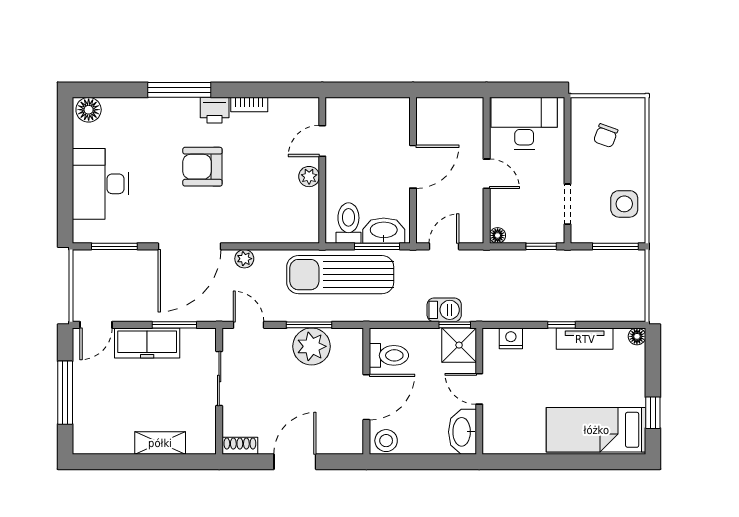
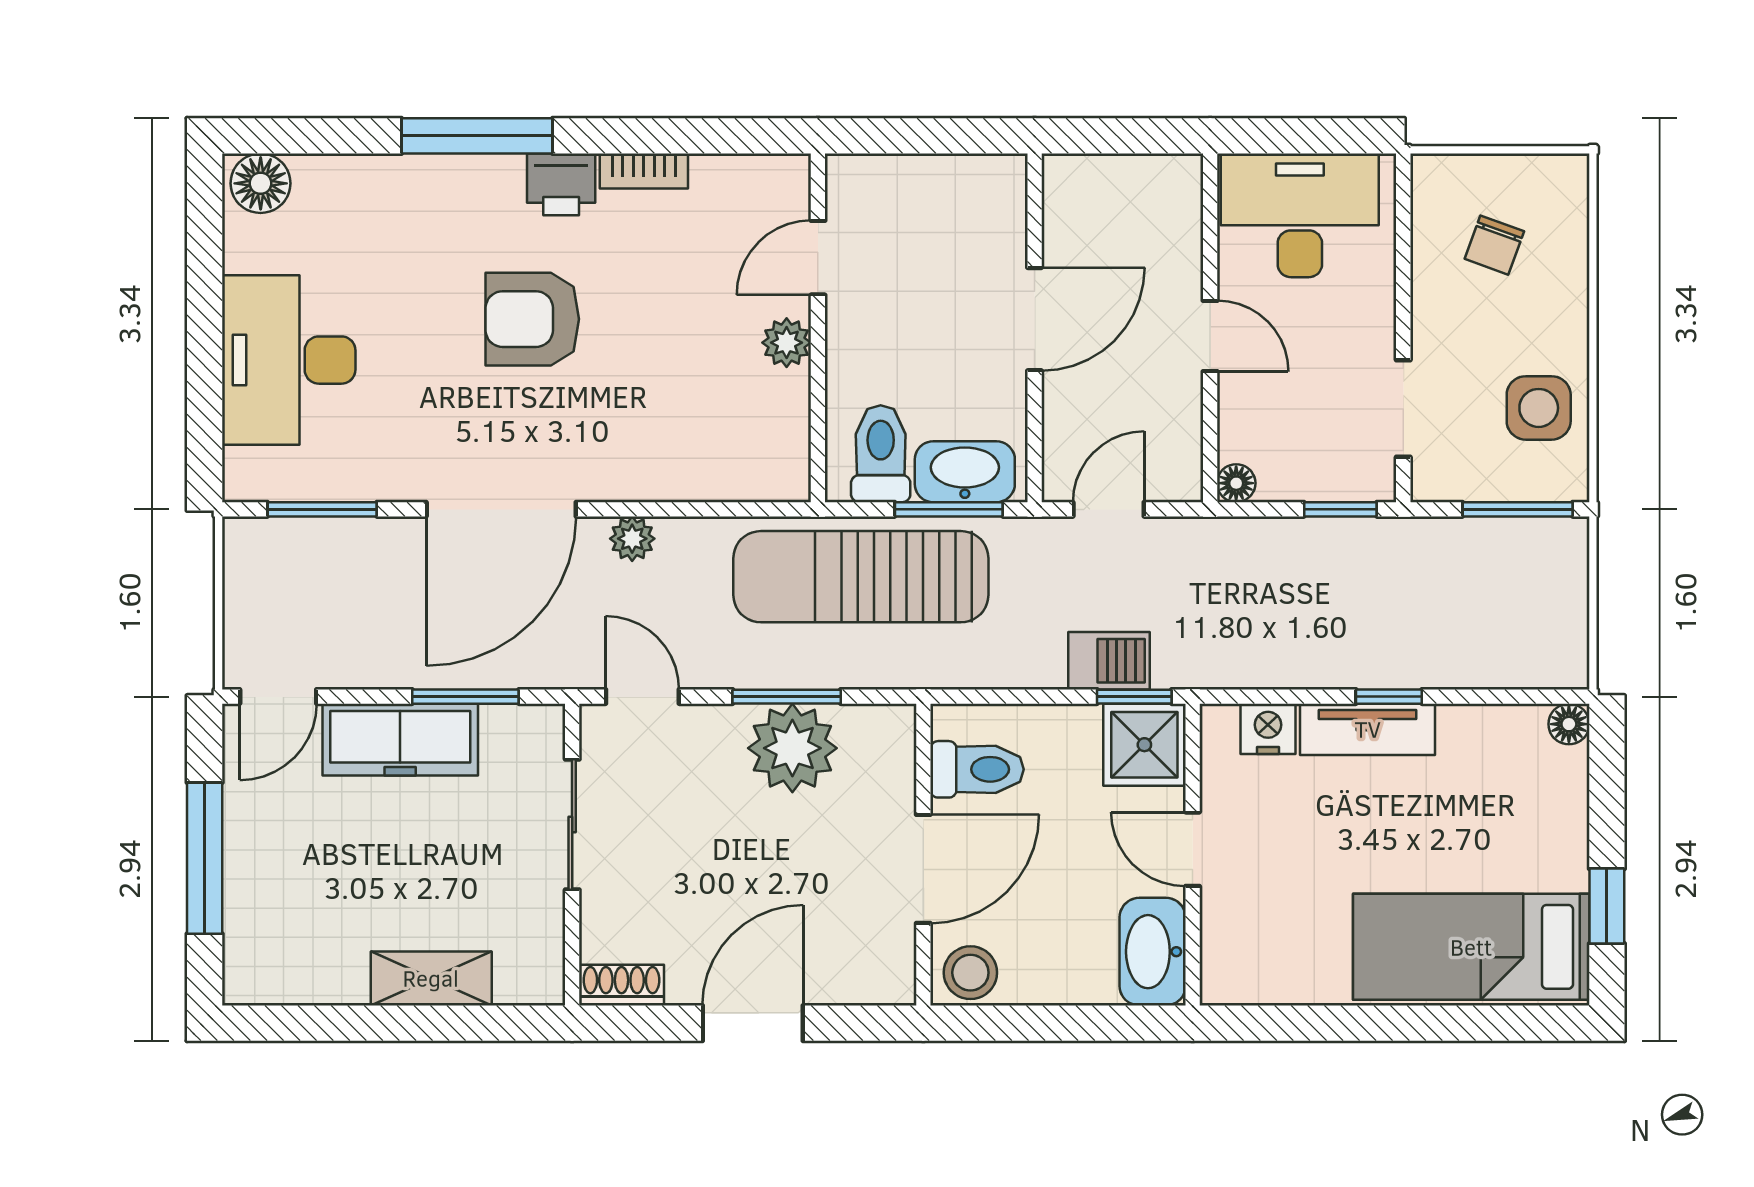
tv unit: (585, 339) -> (1368, 729), moved

